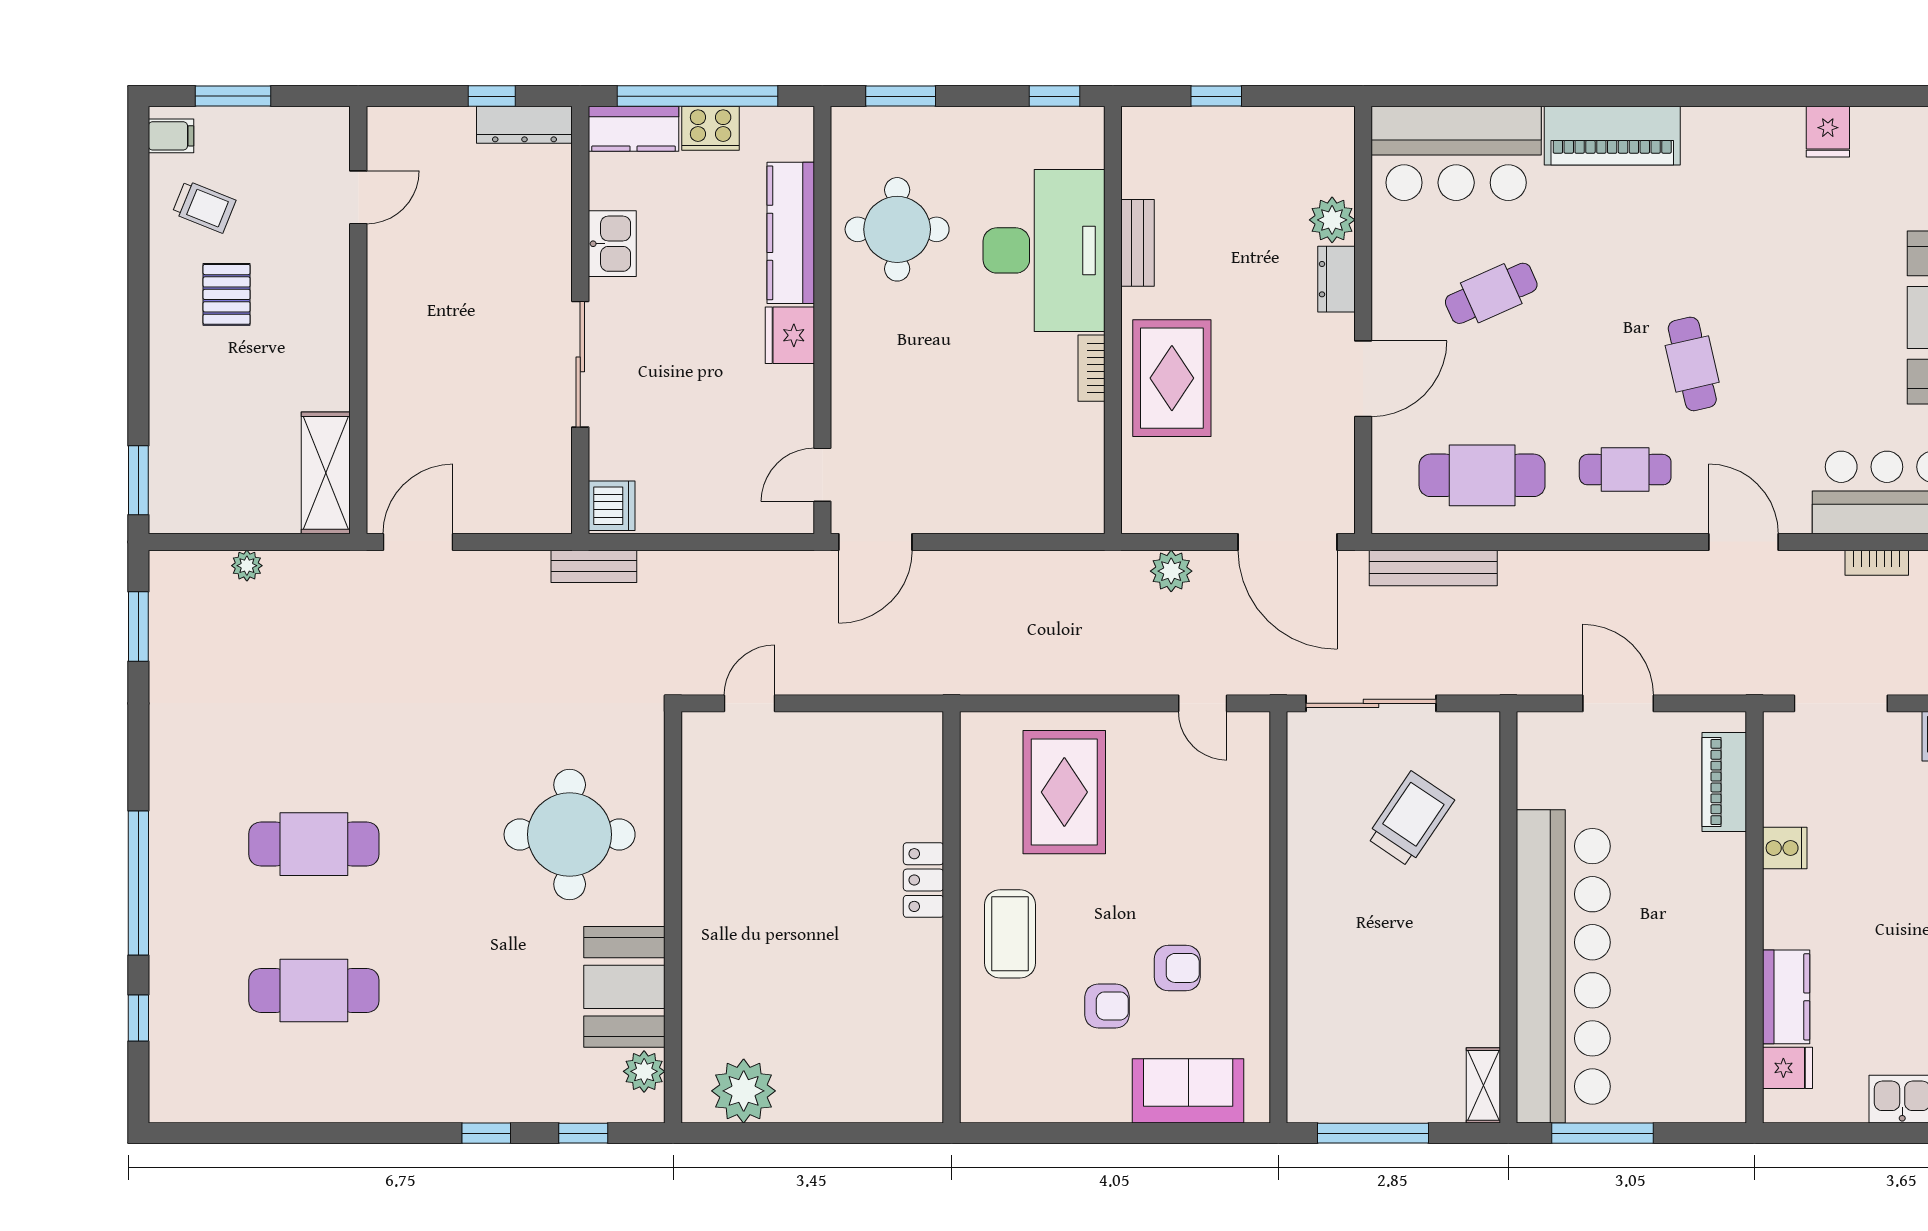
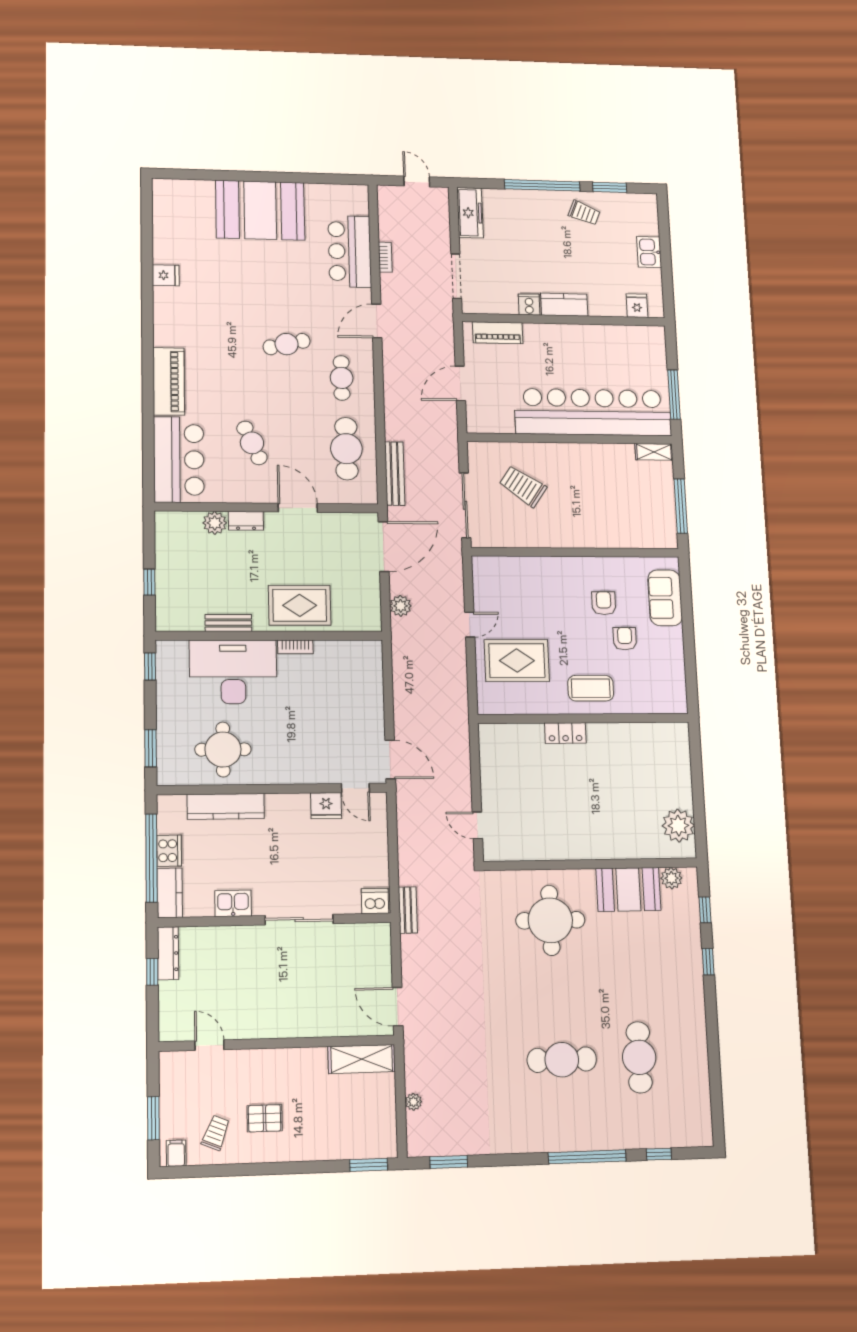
fridge: (790, 335) -> (326, 806), moved
door: (1203, 703) -> (470, 625), moved
cafe table: (314, 844) -> (562, 1060), turned 90
kitchen counter: (1786, 997) -> (564, 305), moved

